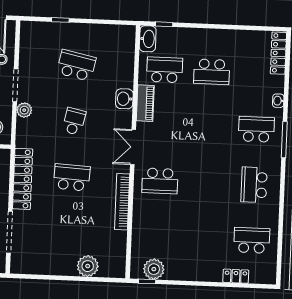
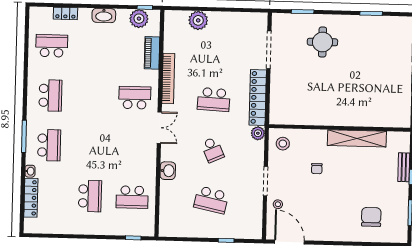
washbasin: (148, 39) -> (104, 15), moved, turned -90
locker: (278, 53) -> (31, 198), moved
school desk: (212, 72) -> (90, 196), turned 90
piano: (145, 103) -> (152, 53), moved
plant: (24, 110) -> (258, 133), moved
school desk: (74, 121) -> (212, 150), turned -36
school desk: (256, 129) -> (49, 145), turned -90
school desk: (252, 240) -> (52, 46), turned 180

